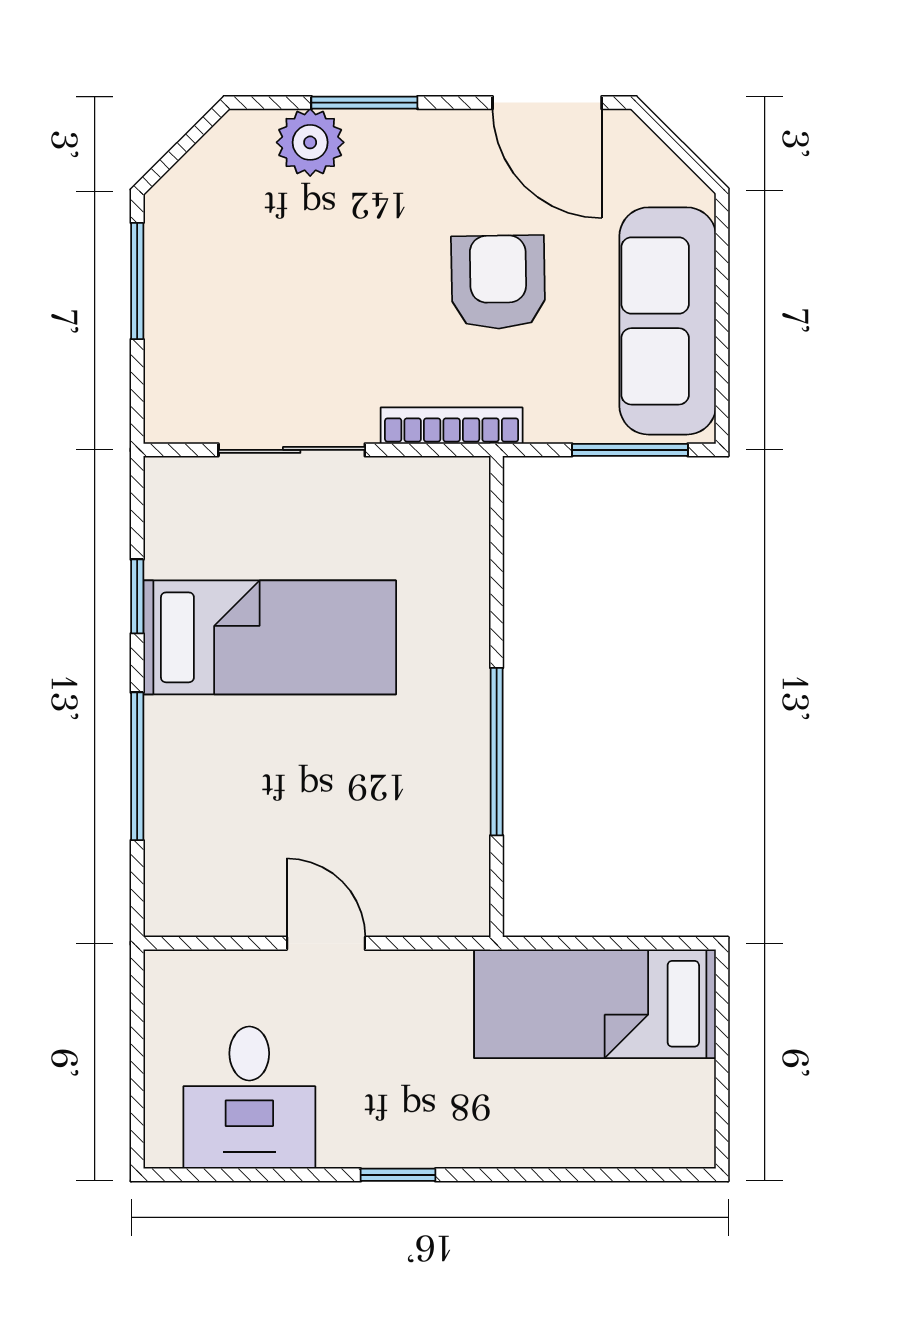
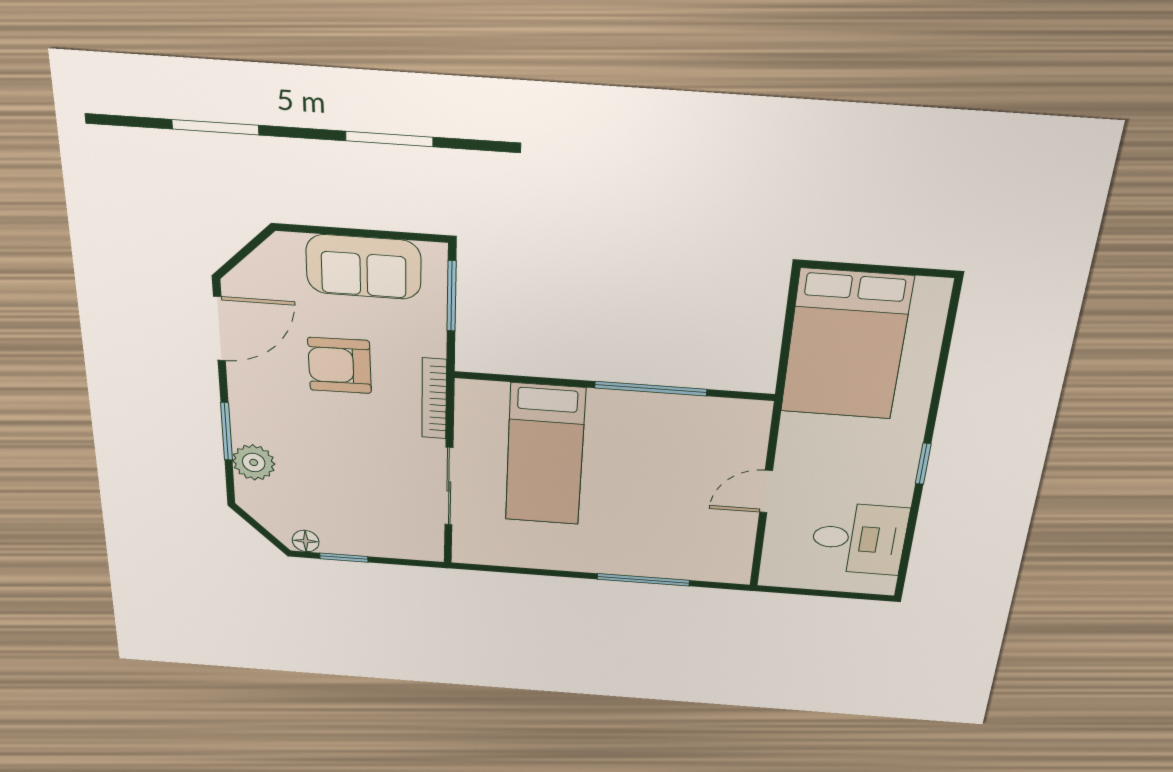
floor lamp: (165, 220) -> (306, 541), added
window: (137, 281) -> (344, 558), width x0.67
sofa: (668, 321) -> (364, 267), width x0.73
window: (137, 596) -> (538, 572), removed
bed: (270, 637) -> (545, 455), moved, turned 180
bed: (595, 1004) -> (846, 345), width x1.50

